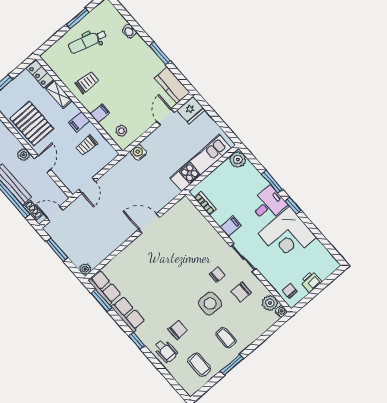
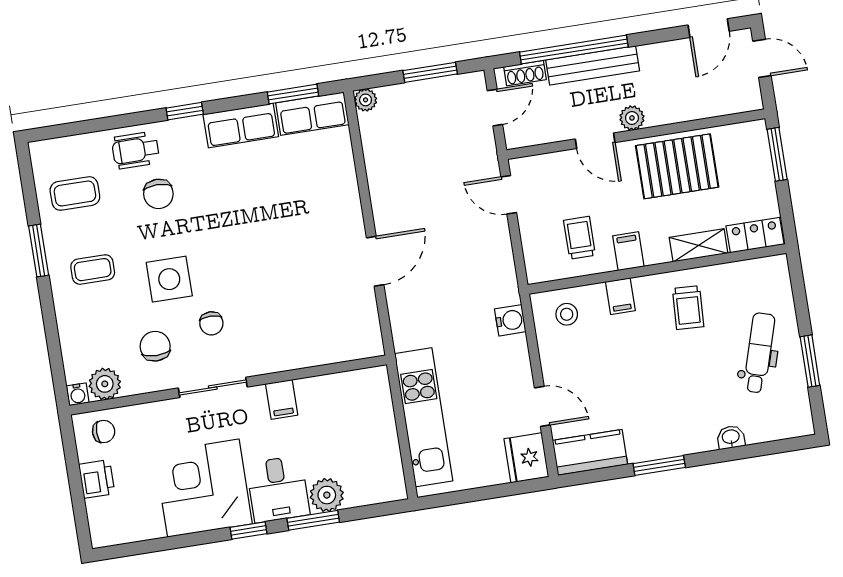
plant: (238, 160) -> (327, 495), moved
bookcase: (205, 203) -> (349, 380), removed

